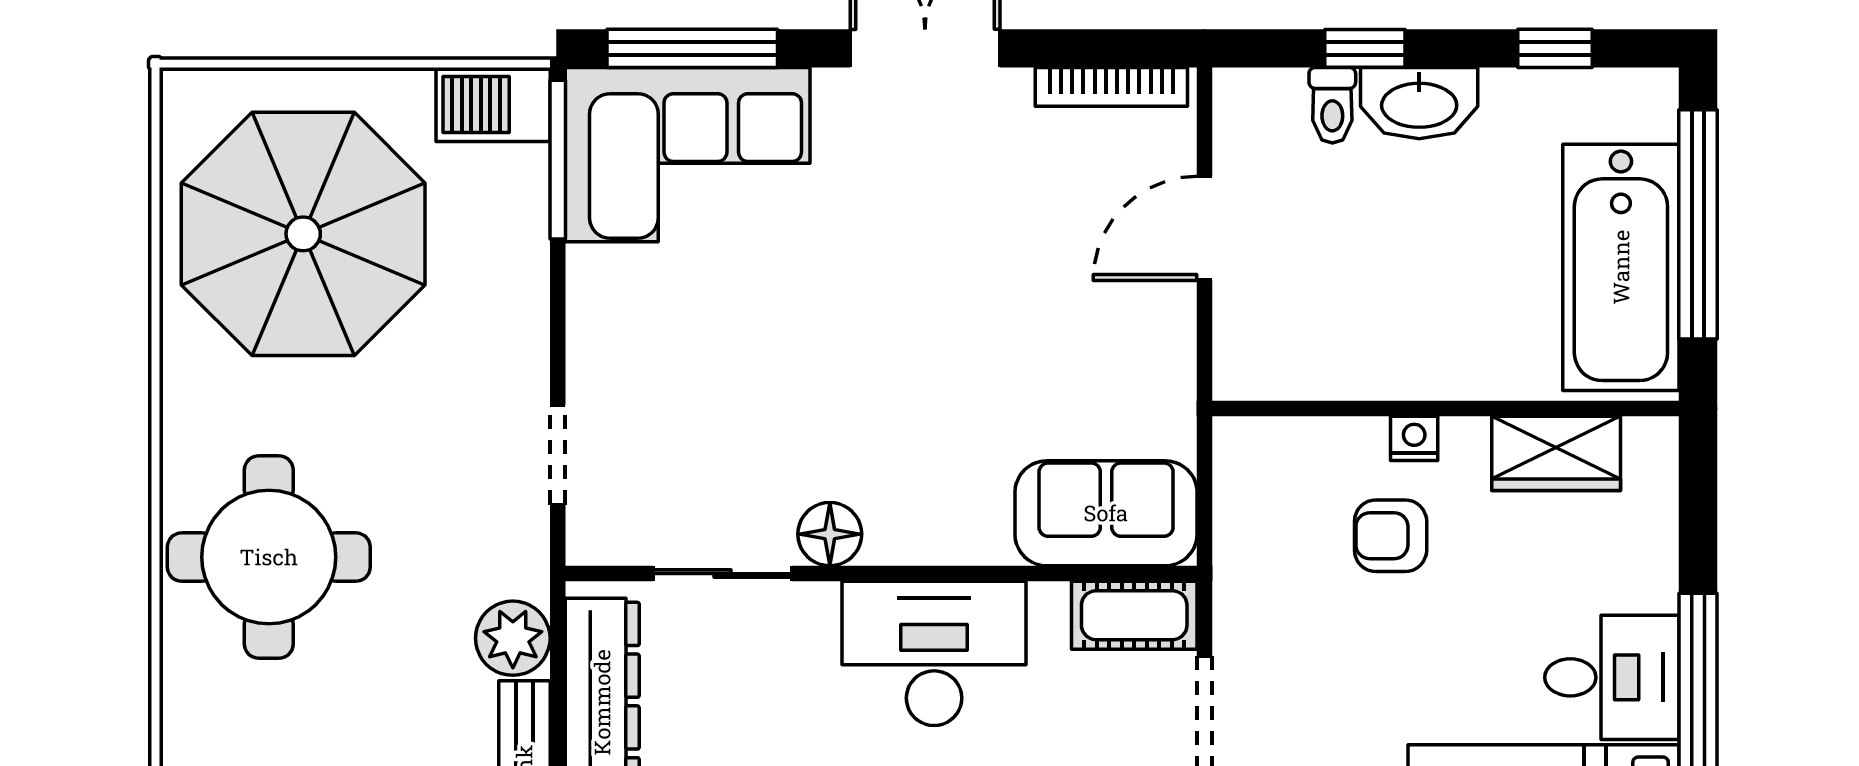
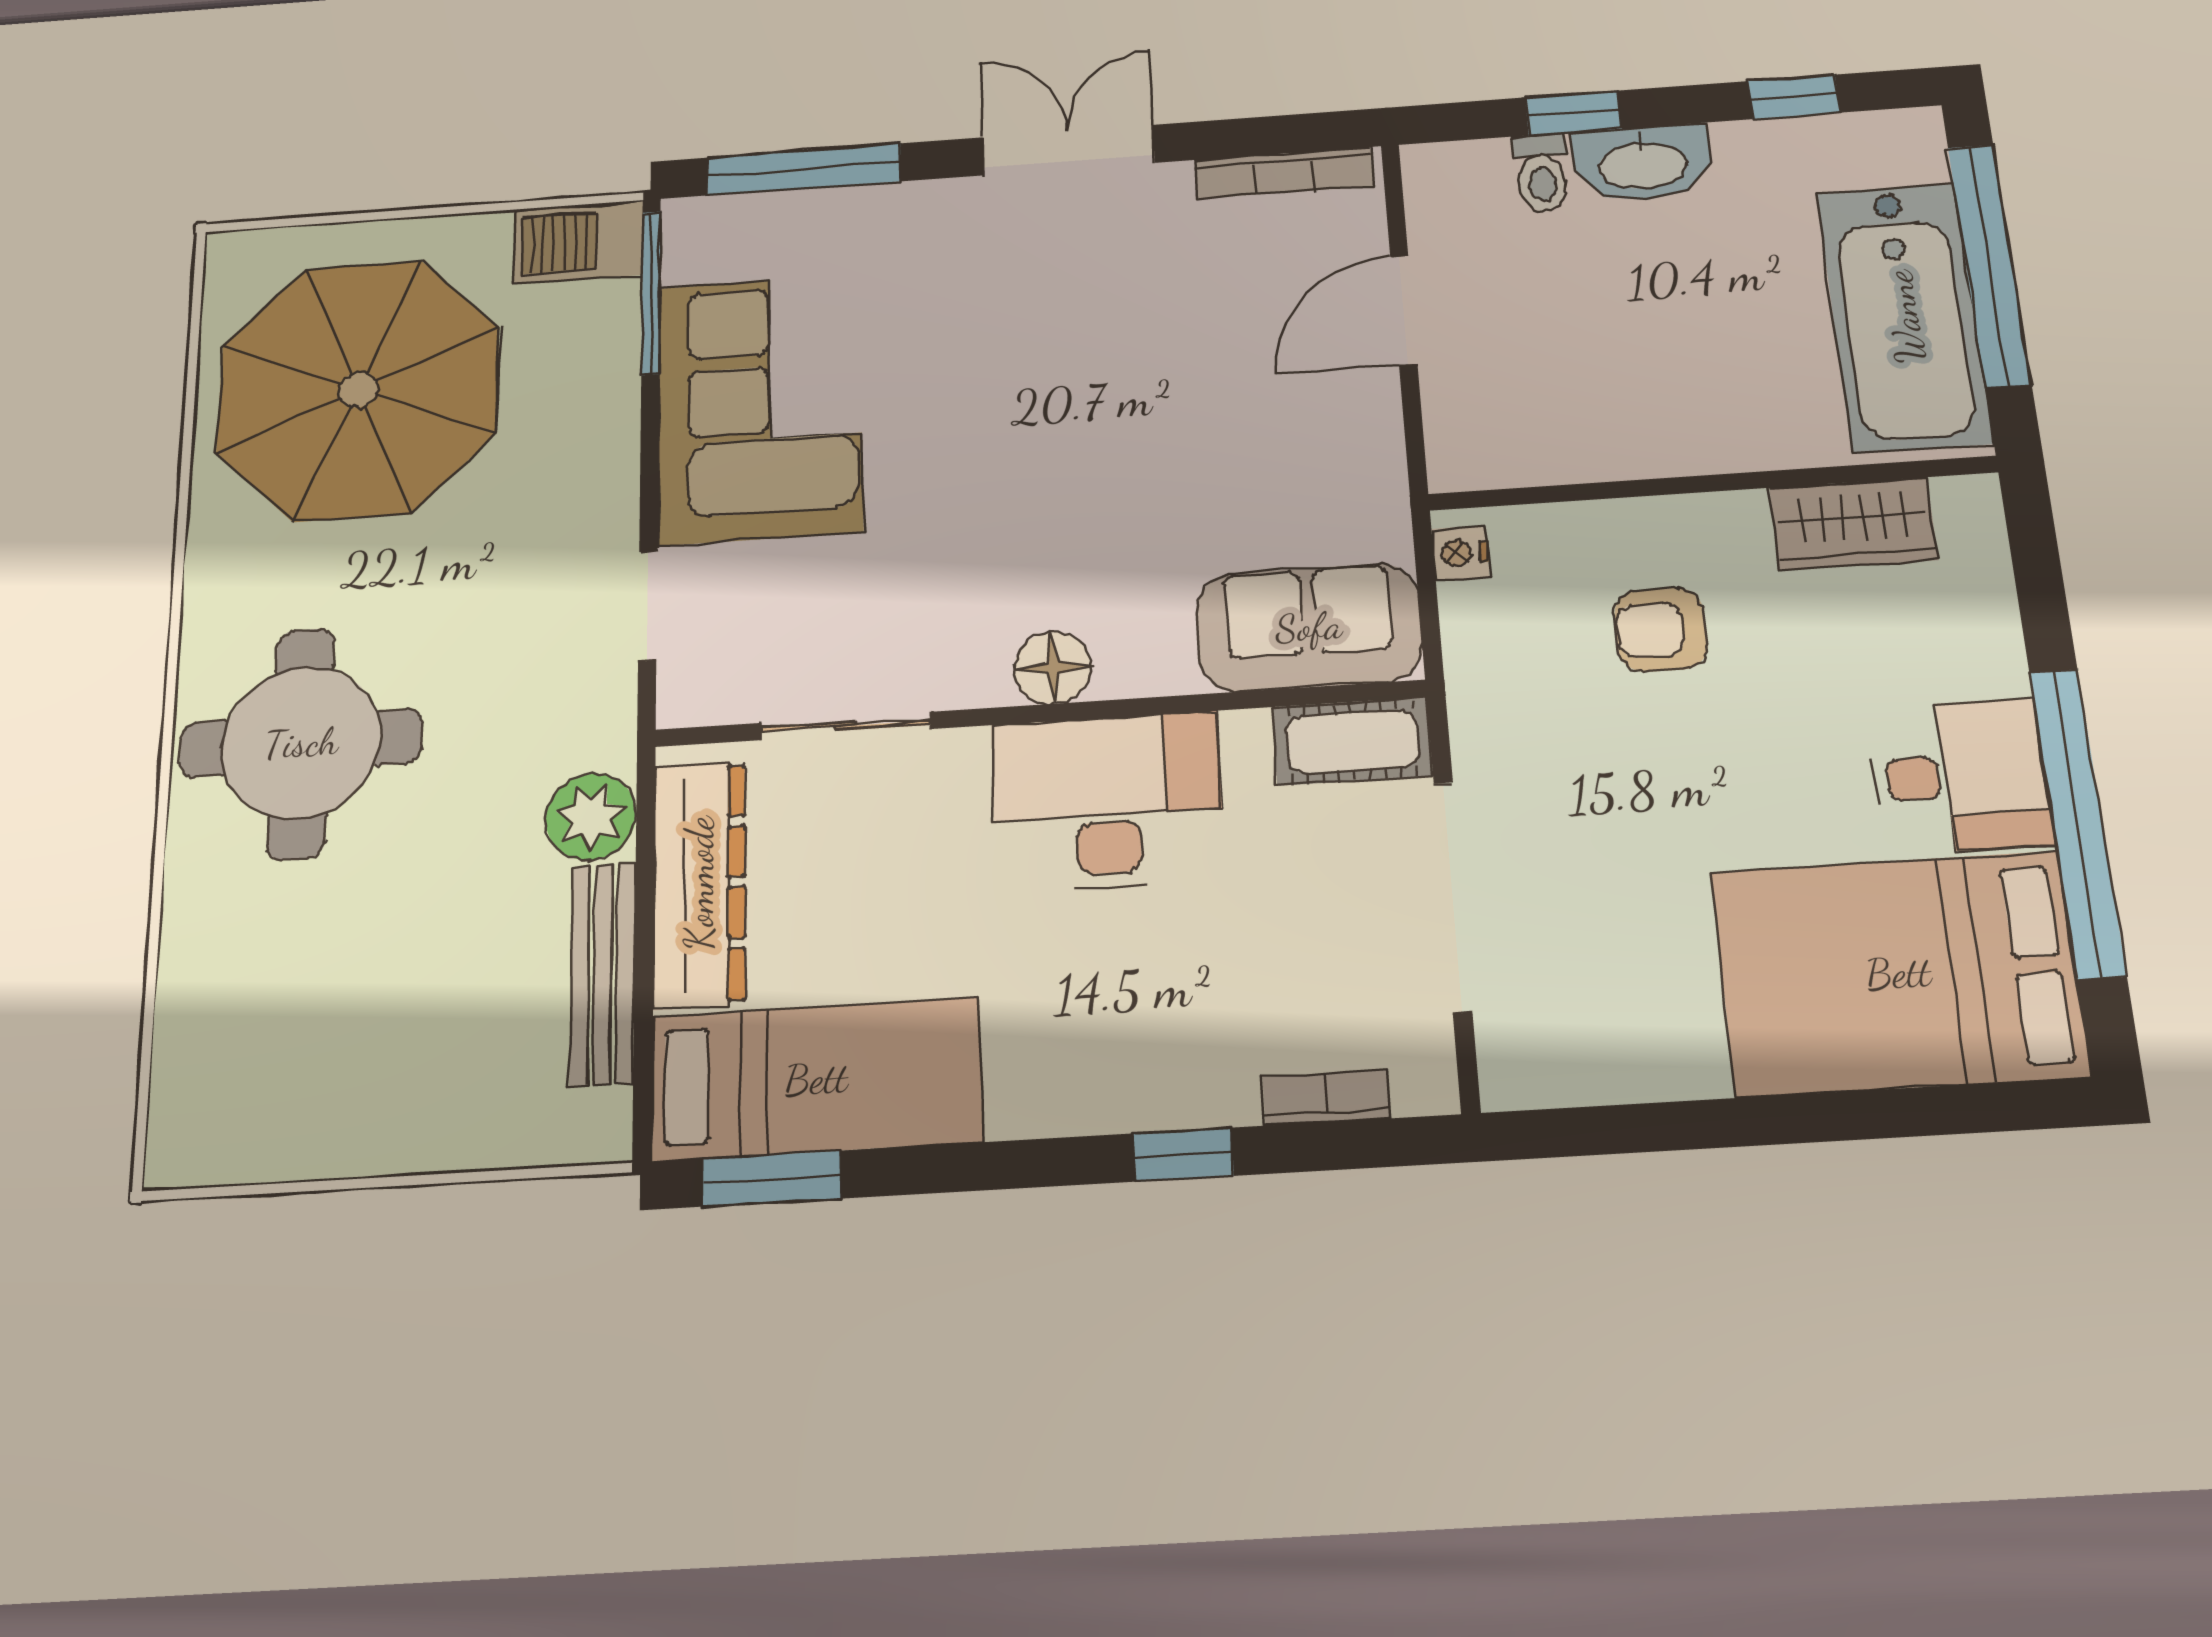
corner sofa: (688, 155) -> (760, 408), moved, turned -90
nightstand: (1414, 438) -> (1460, 553), moved, turned -90
floor lamp: (830, 534) -> (1053, 668), moved

